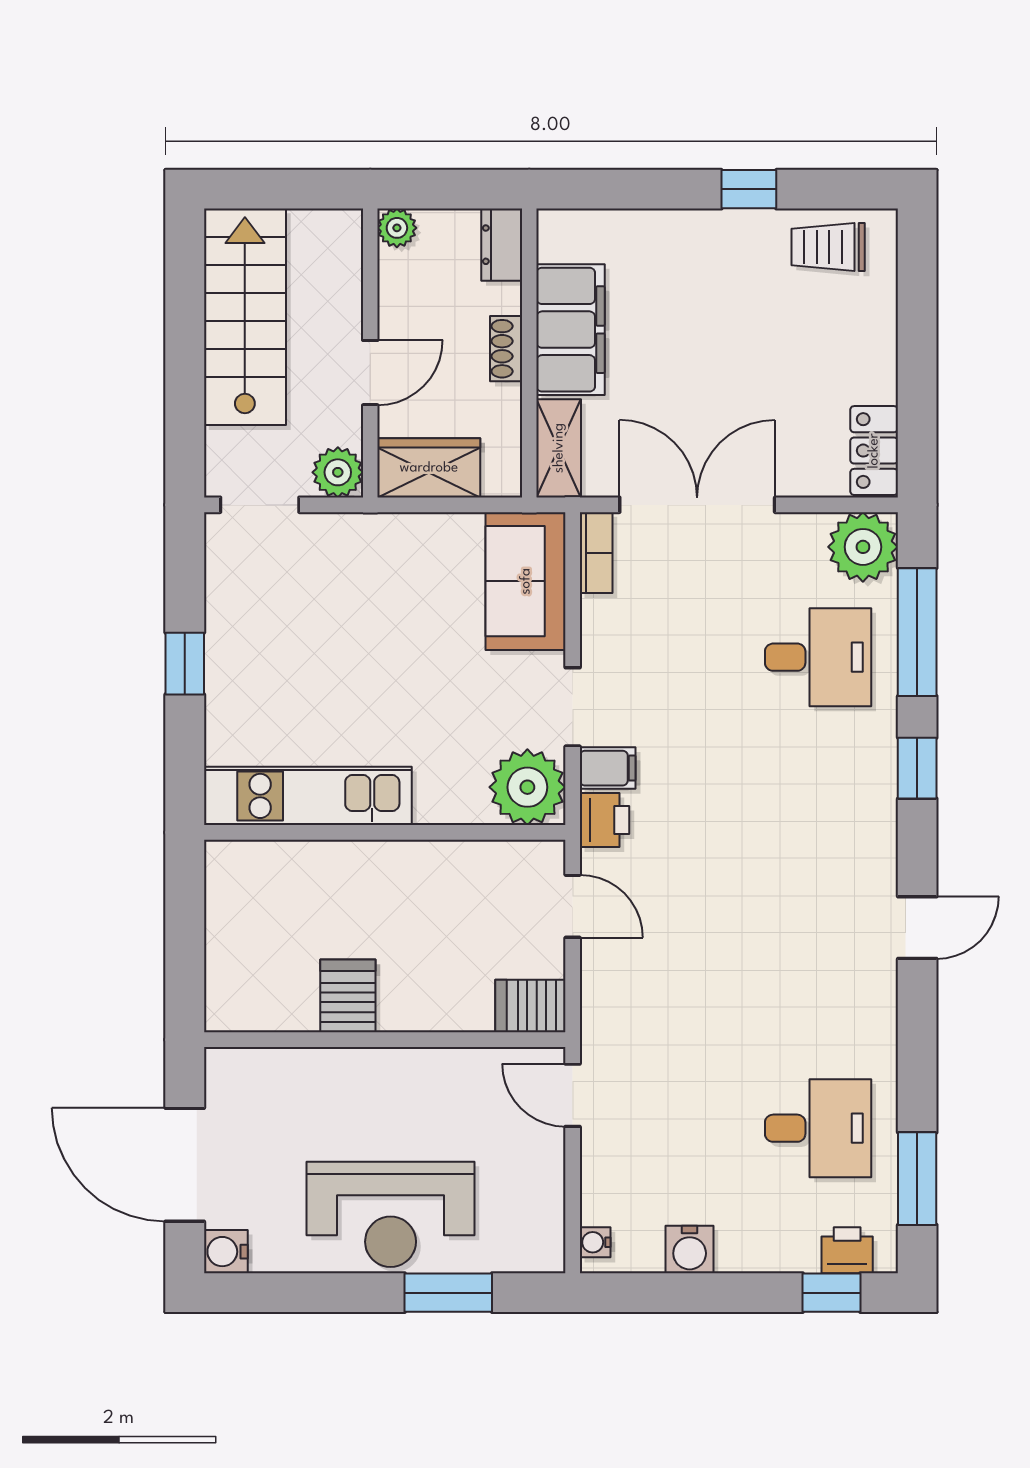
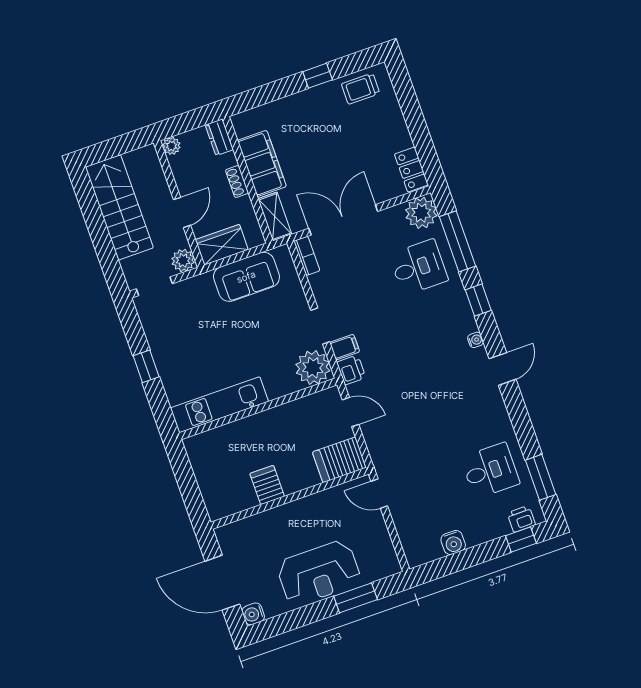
sofa: (526, 581) -> (246, 277), moved, turned -90
server rack: (530, 1006) -> (339, 460), width x1.36, depth x1.44
water cooler: (595, 1242) -> (475, 340), moved, turned 180

